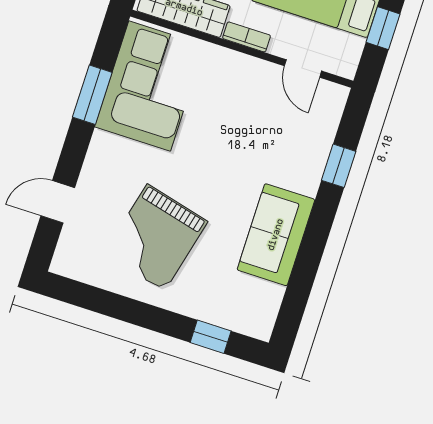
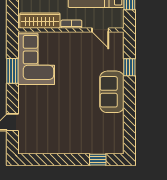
sofa: (276, 235) -> (112, 92), moved
grand piano: (156, 237) -> (60, 124), removed

